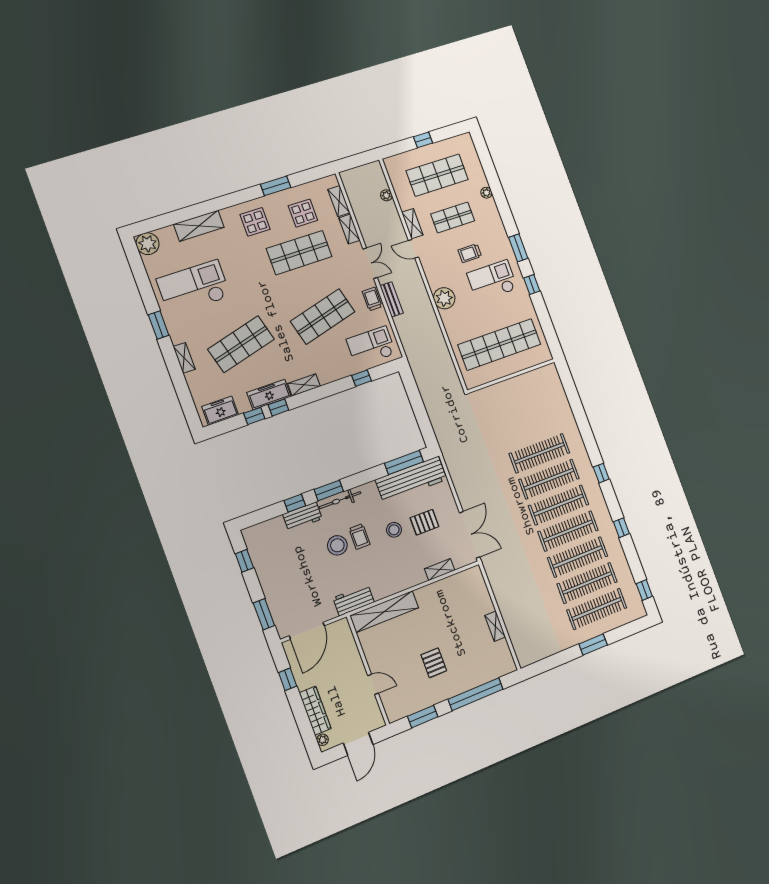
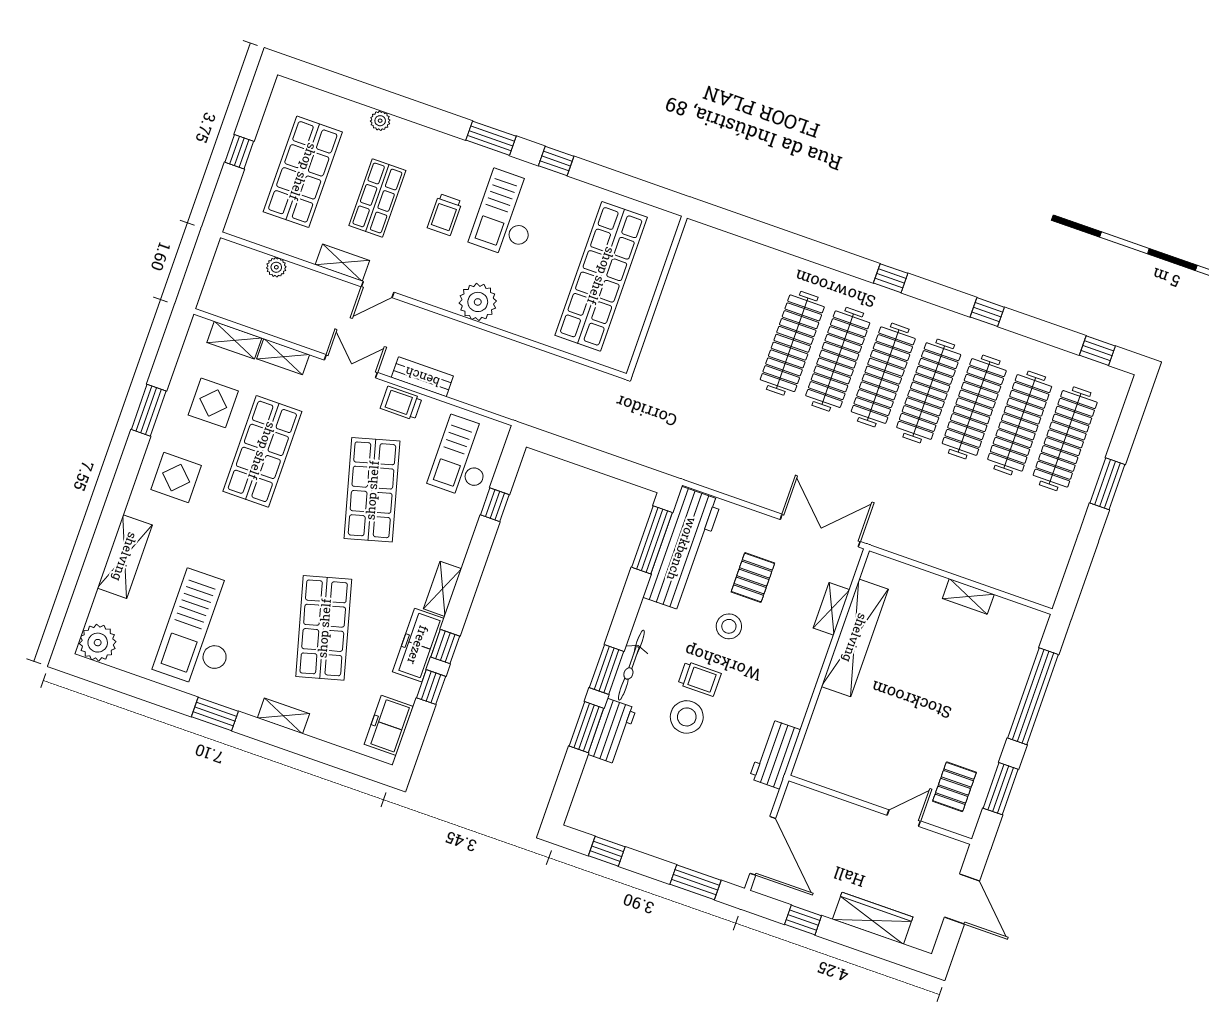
window: (295, 503) -> (586, 727), width x1.50
shelving: (384, 612) -> (855, 638), moved
pallet: (434, 663) -> (954, 787), moved, turned 90
plant: (322, 740) -> (917, 939), removed

